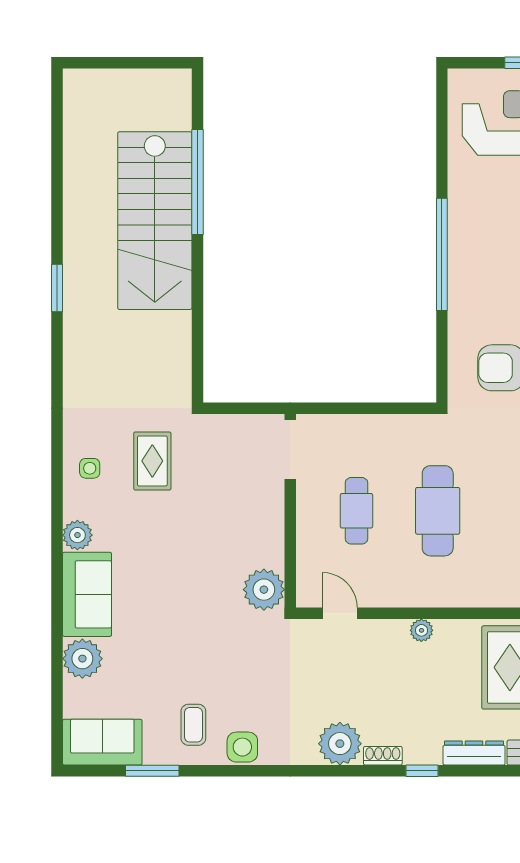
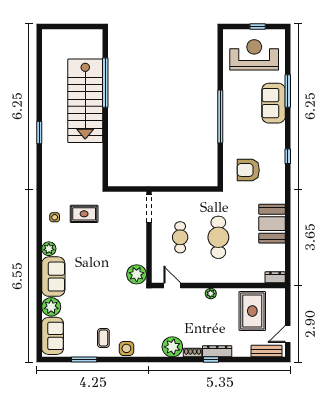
rug: (152, 461) -> (84, 214), turned 90
sofa: (102, 742) -> (53, 336), moved, turned 90
dresser: (474, 753) -> (217, 351), moved

